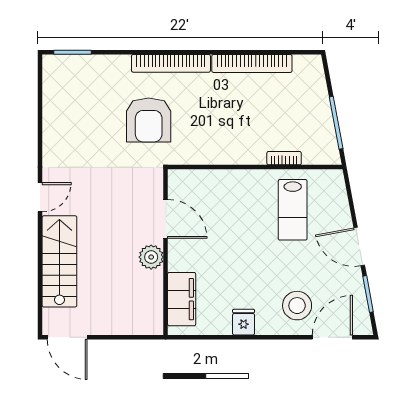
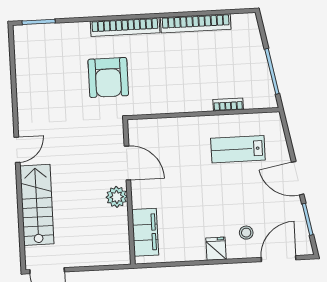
lab bench: (293, 210) -> (238, 149), turned 90
stool: (297, 306) -> (246, 233), width x0.53, depth x0.53
fridge: (244, 322) -> (216, 249), moved

